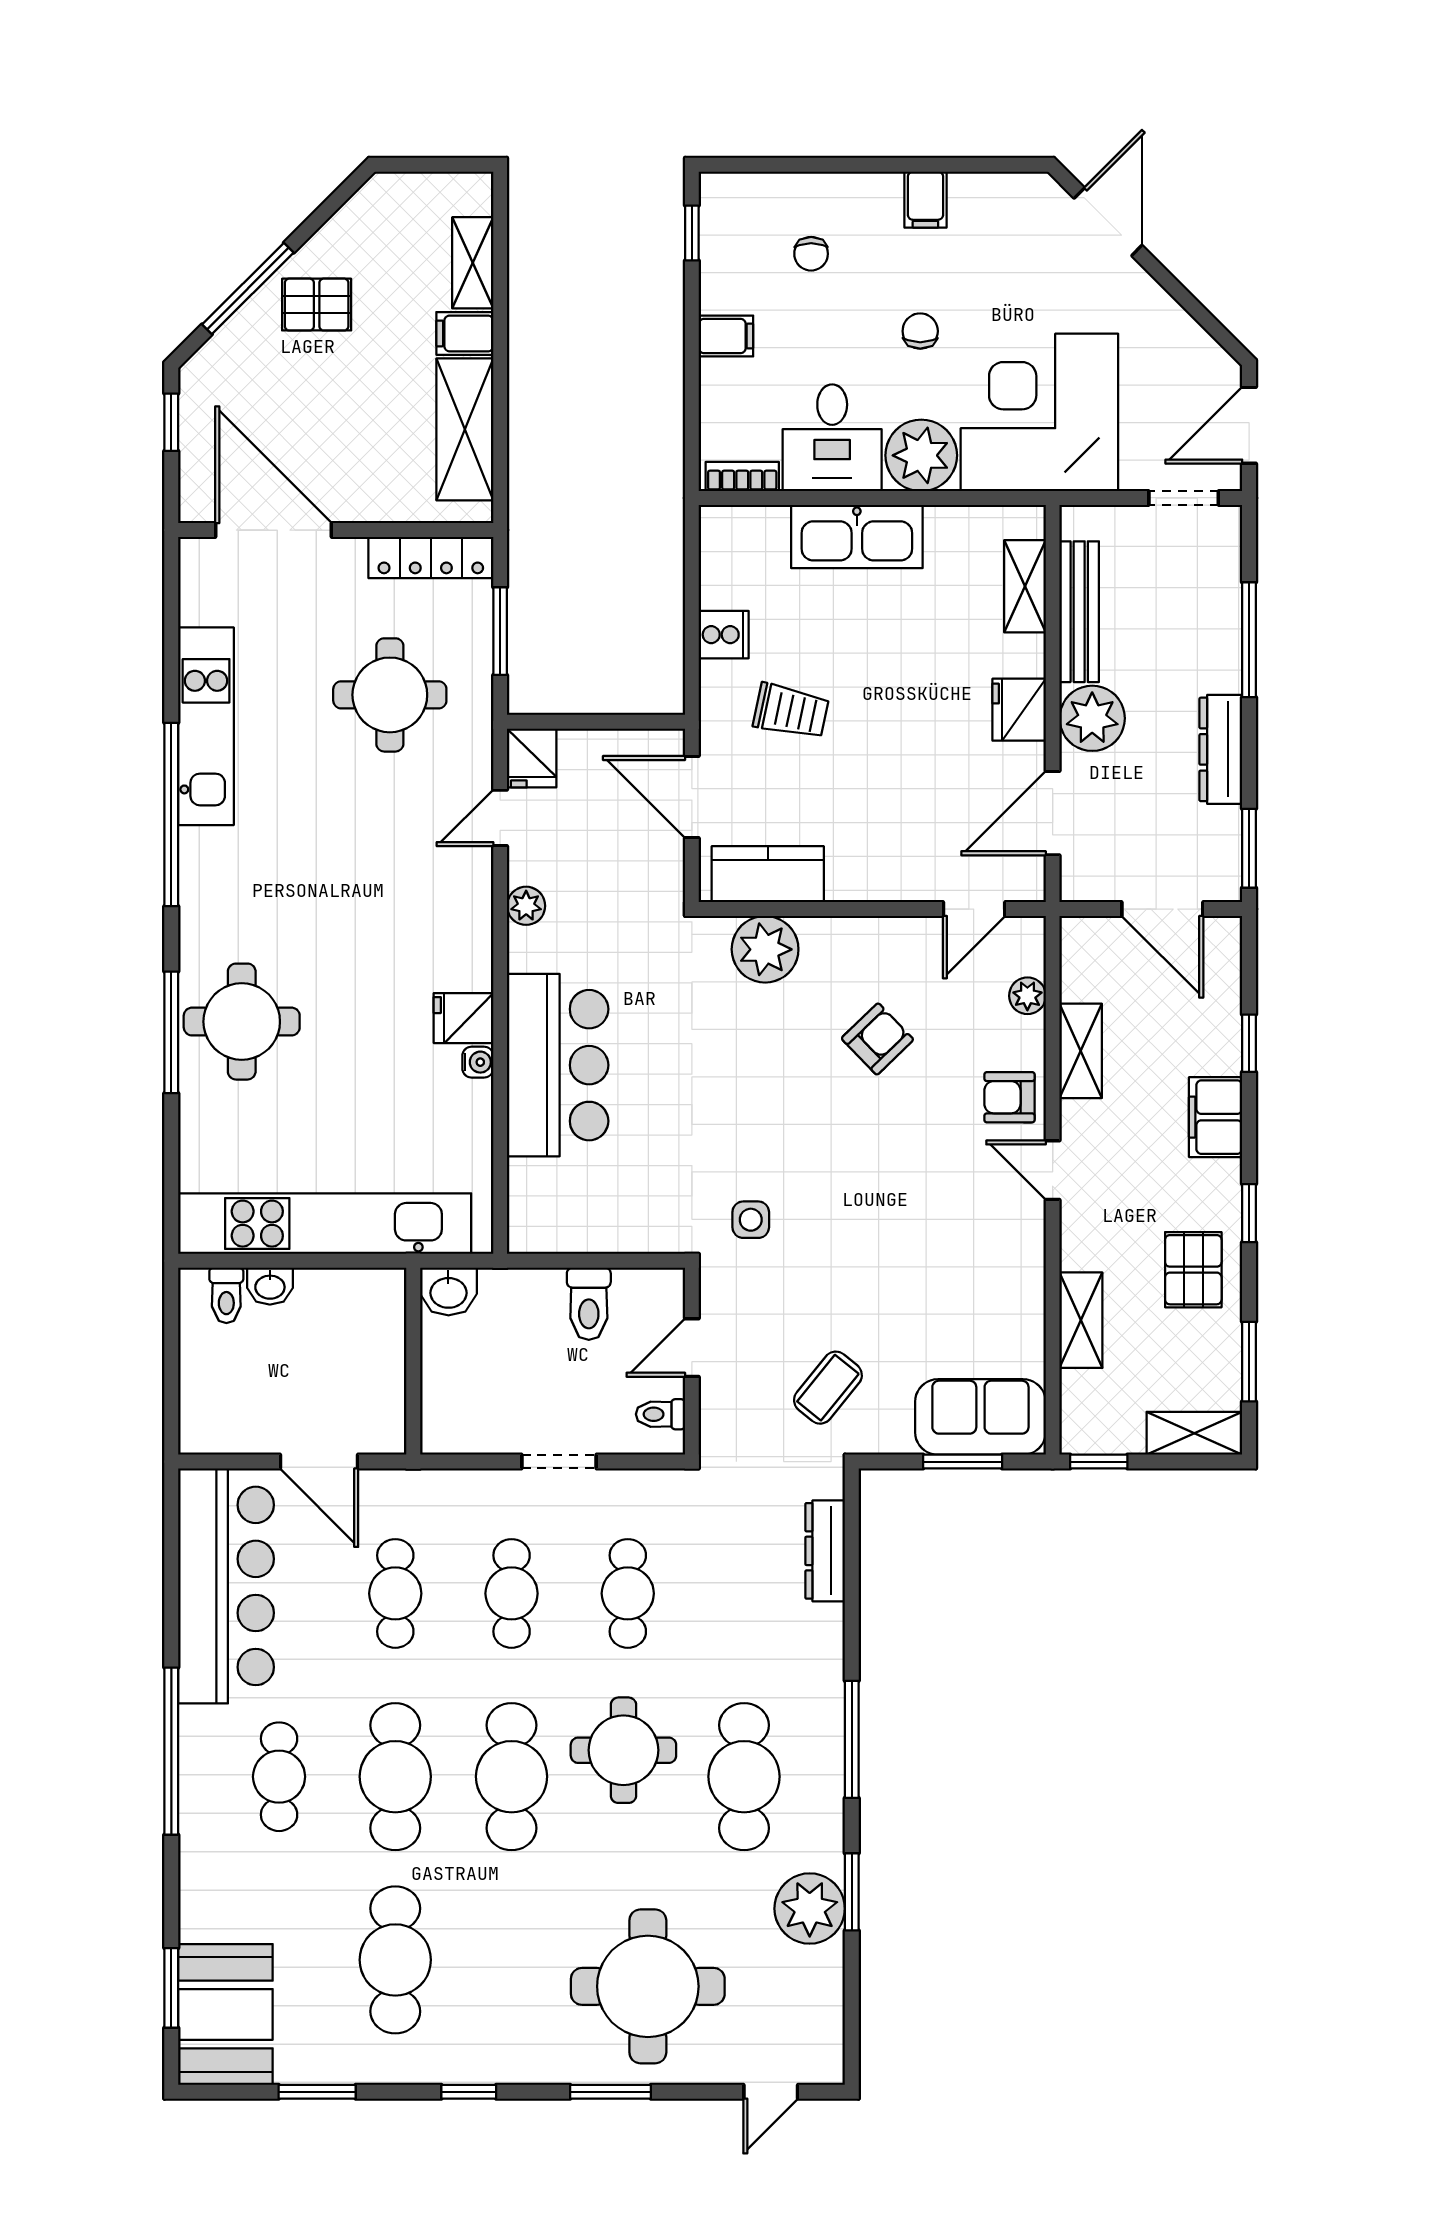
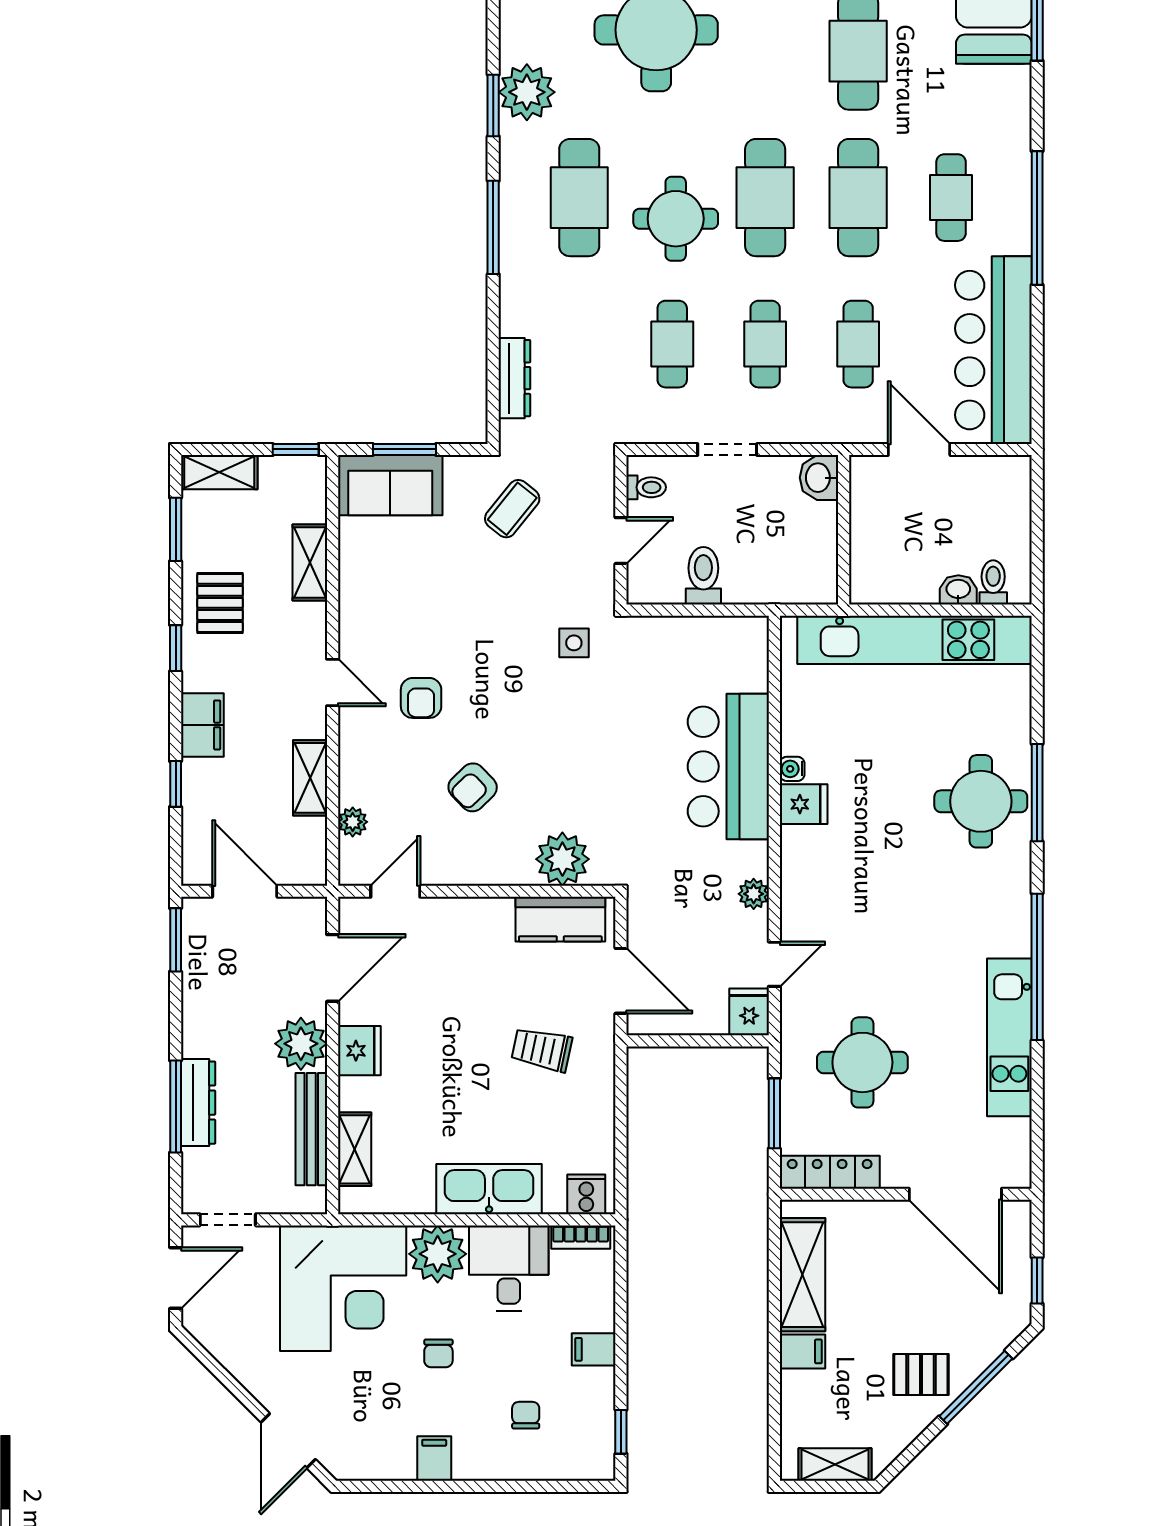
shelving: (473, 263) -> (835, 1464), moved, turned 90
cooker: (724, 635) -> (586, 1194), moved, turned 90
dresser: (1221, 749) -> (198, 1103), moved
armchair: (1009, 1097) -> (421, 698), moved, turned 90
washbasin: (448, 1291) -> (819, 478), moved, turned -90

